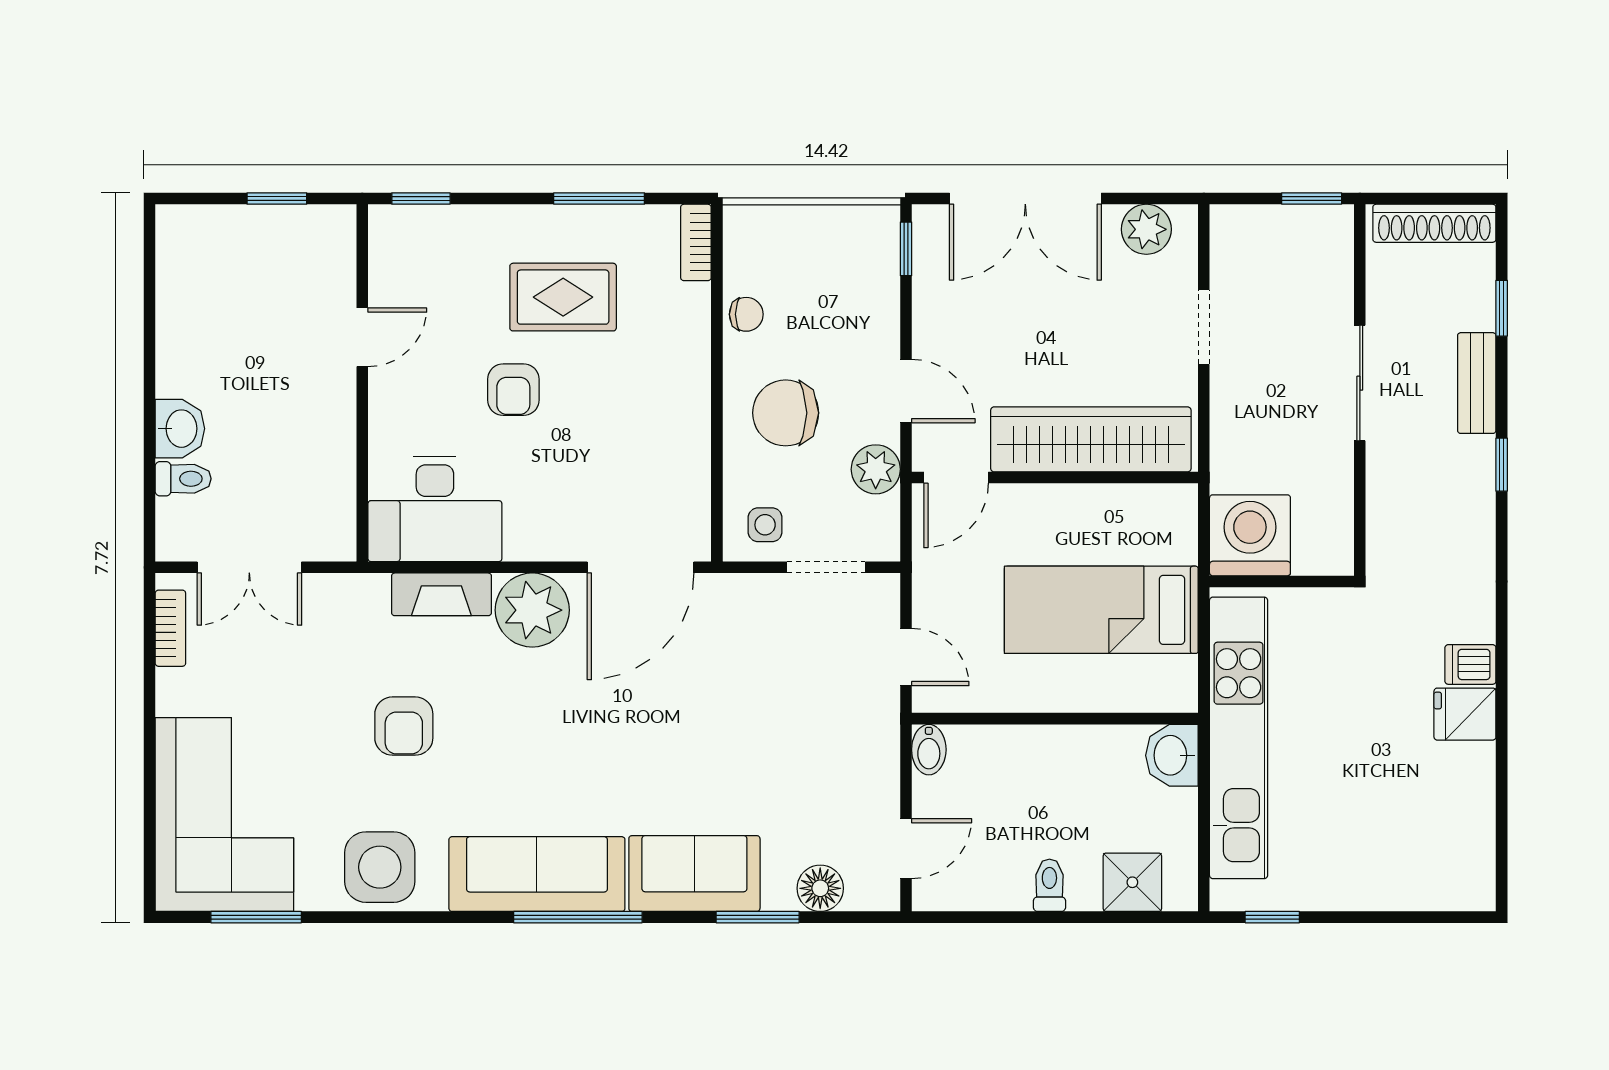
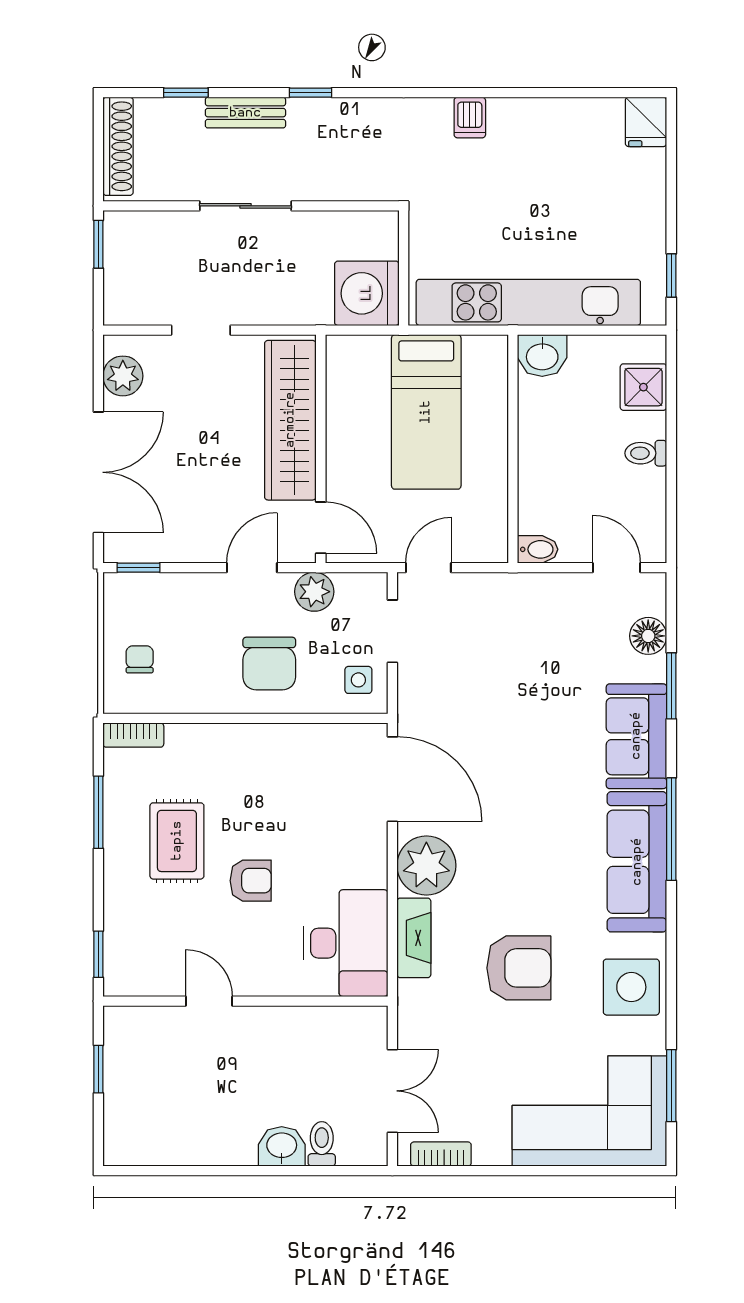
chair: (746, 314) -> (140, 659), moved
door: (906, 657) -> (428, 568), moved
fridge: (1465, 714) -> (646, 122), moved
armchair: (404, 726) -> (519, 968), width x1.38, depth x1.38

